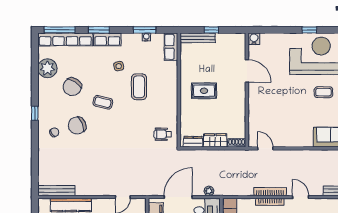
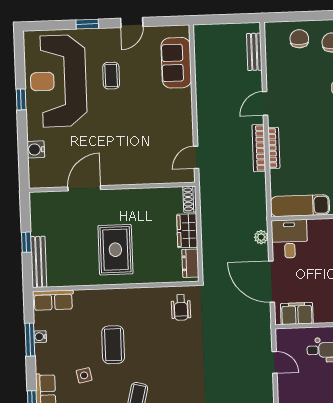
water cooler: (254, 39) -> (36, 149), moved
coffee table: (139, 87) -> (113, 345), turned 90
rug: (204, 91) -> (115, 250), width x1.36, depth x1.43

